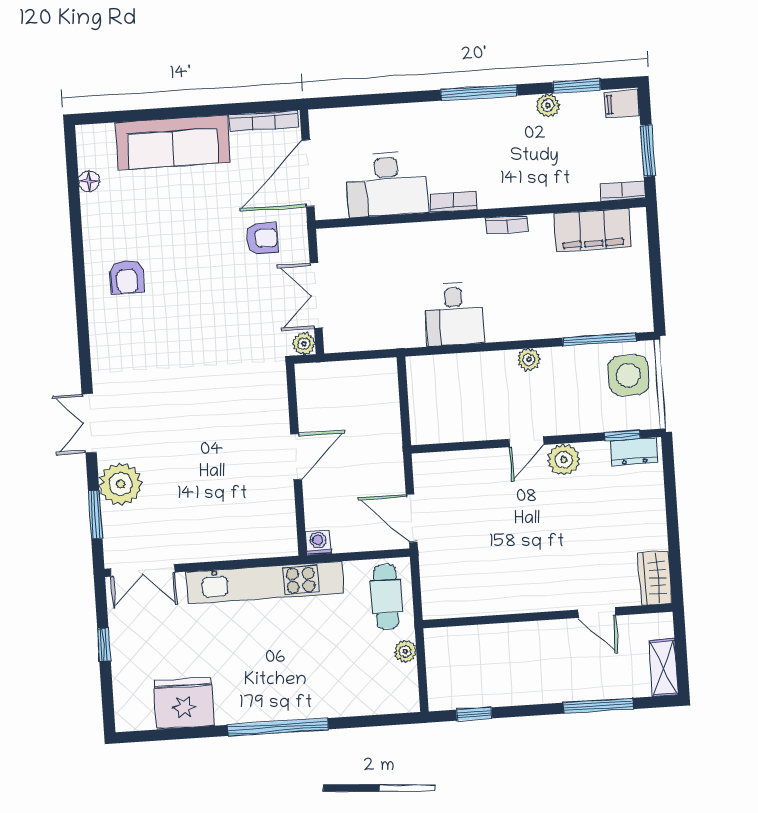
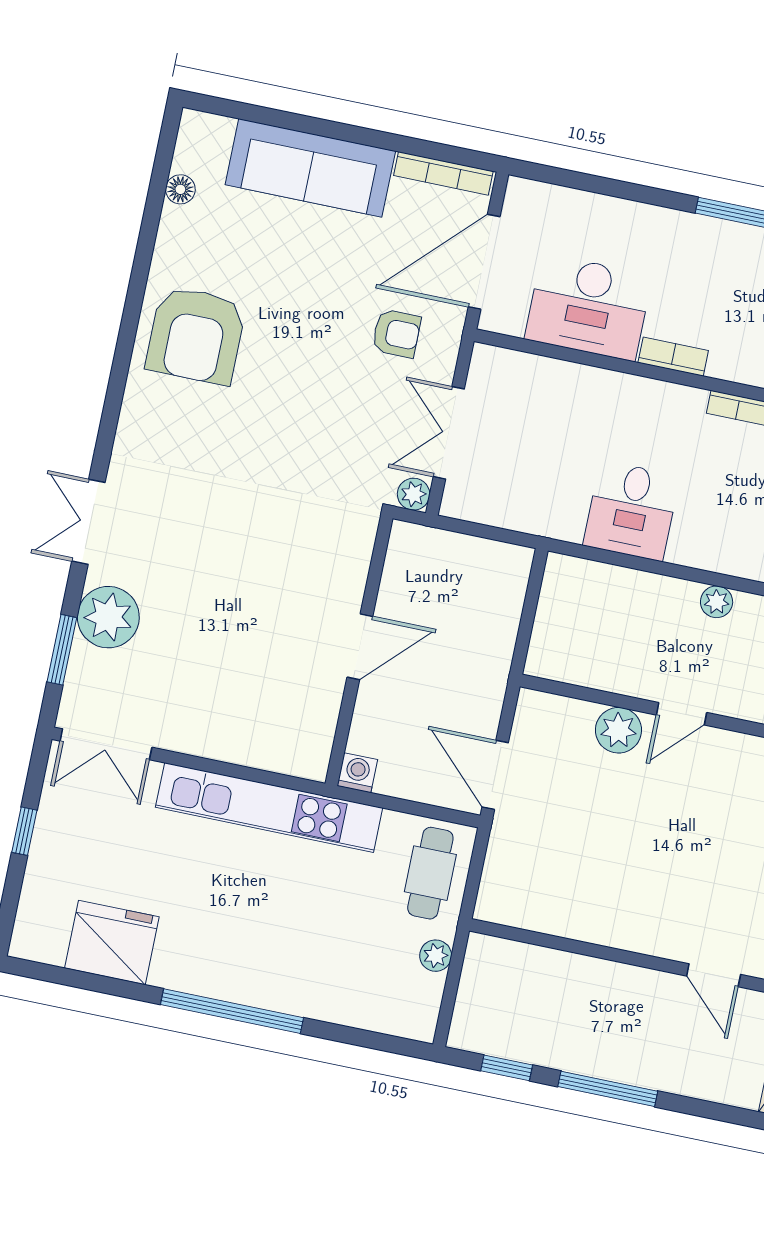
armchair: (127, 277) -> (196, 335), width x1.88, depth x1.88
plant: (564, 460) -> (618, 730), moved
window: (598, 706) -> (608, 1089), moved

